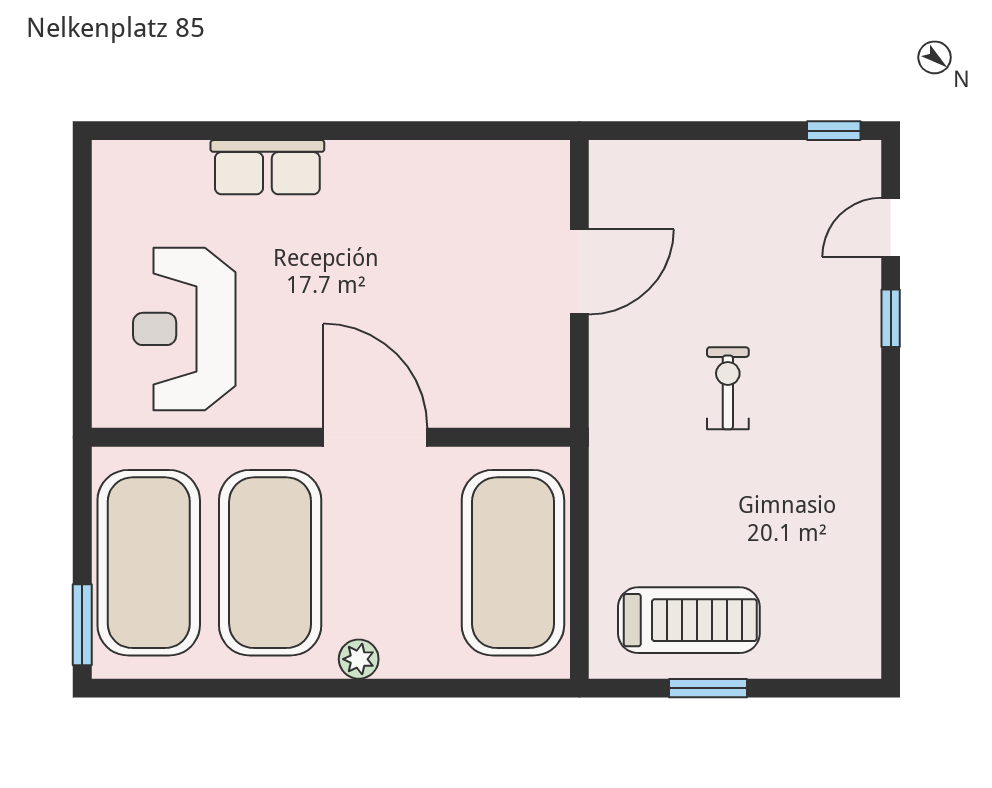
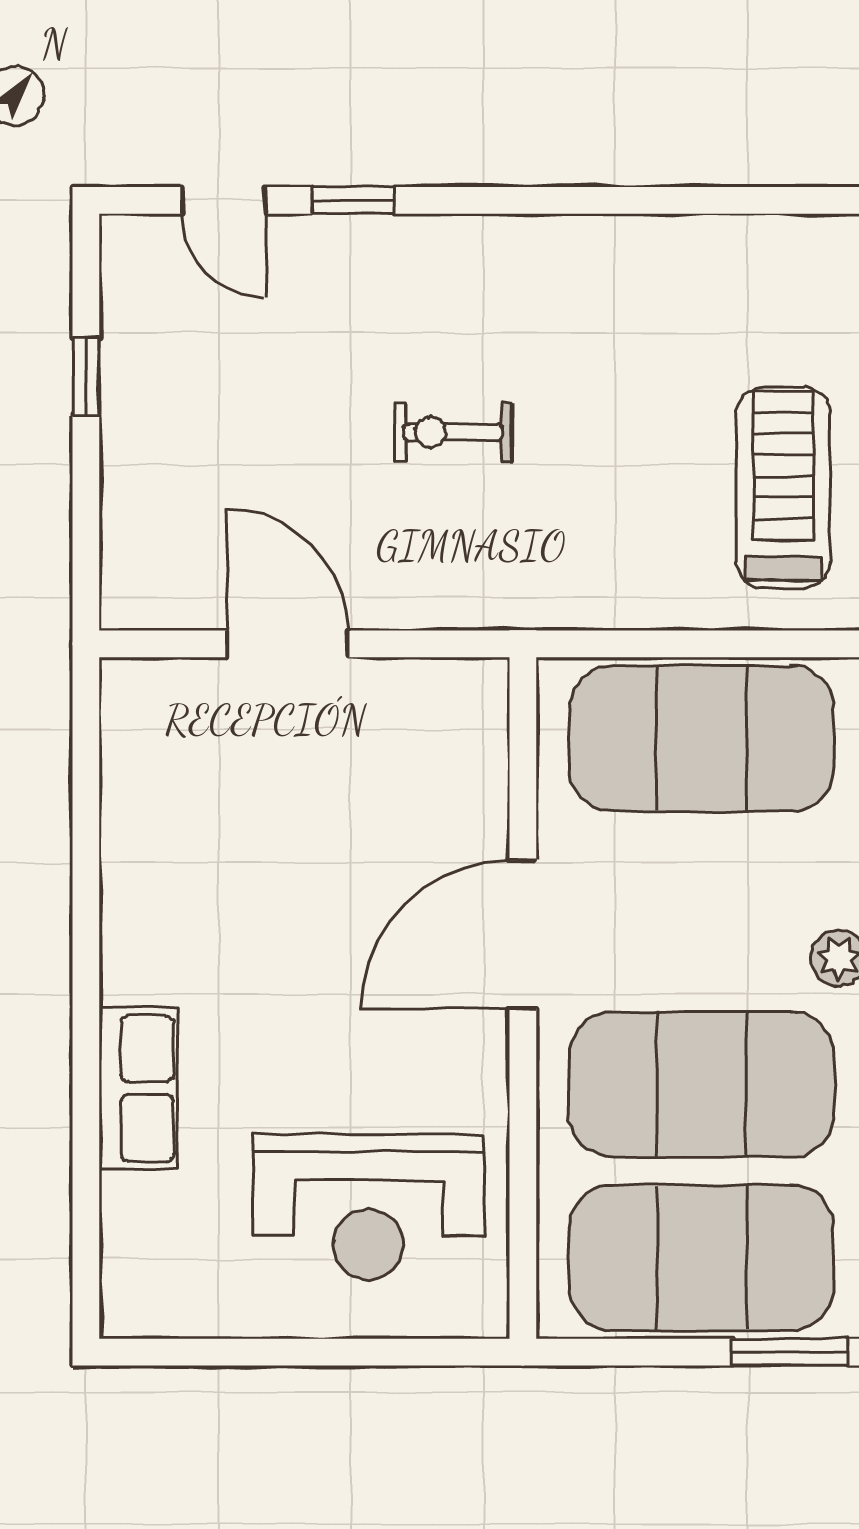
window: (834, 131) -> (86, 377), moved

